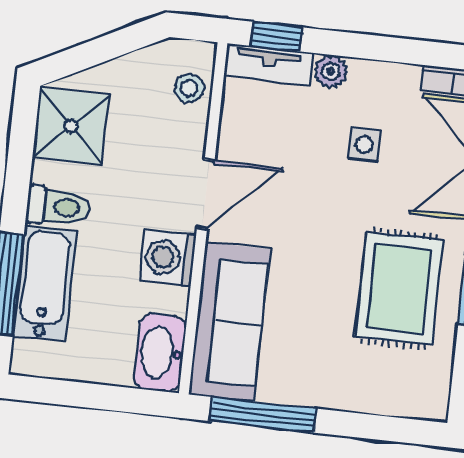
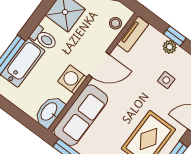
window: (277, 37) -> (175, 36), moved
tv unit: (268, 64) -> (133, 34), moved, turned -90

